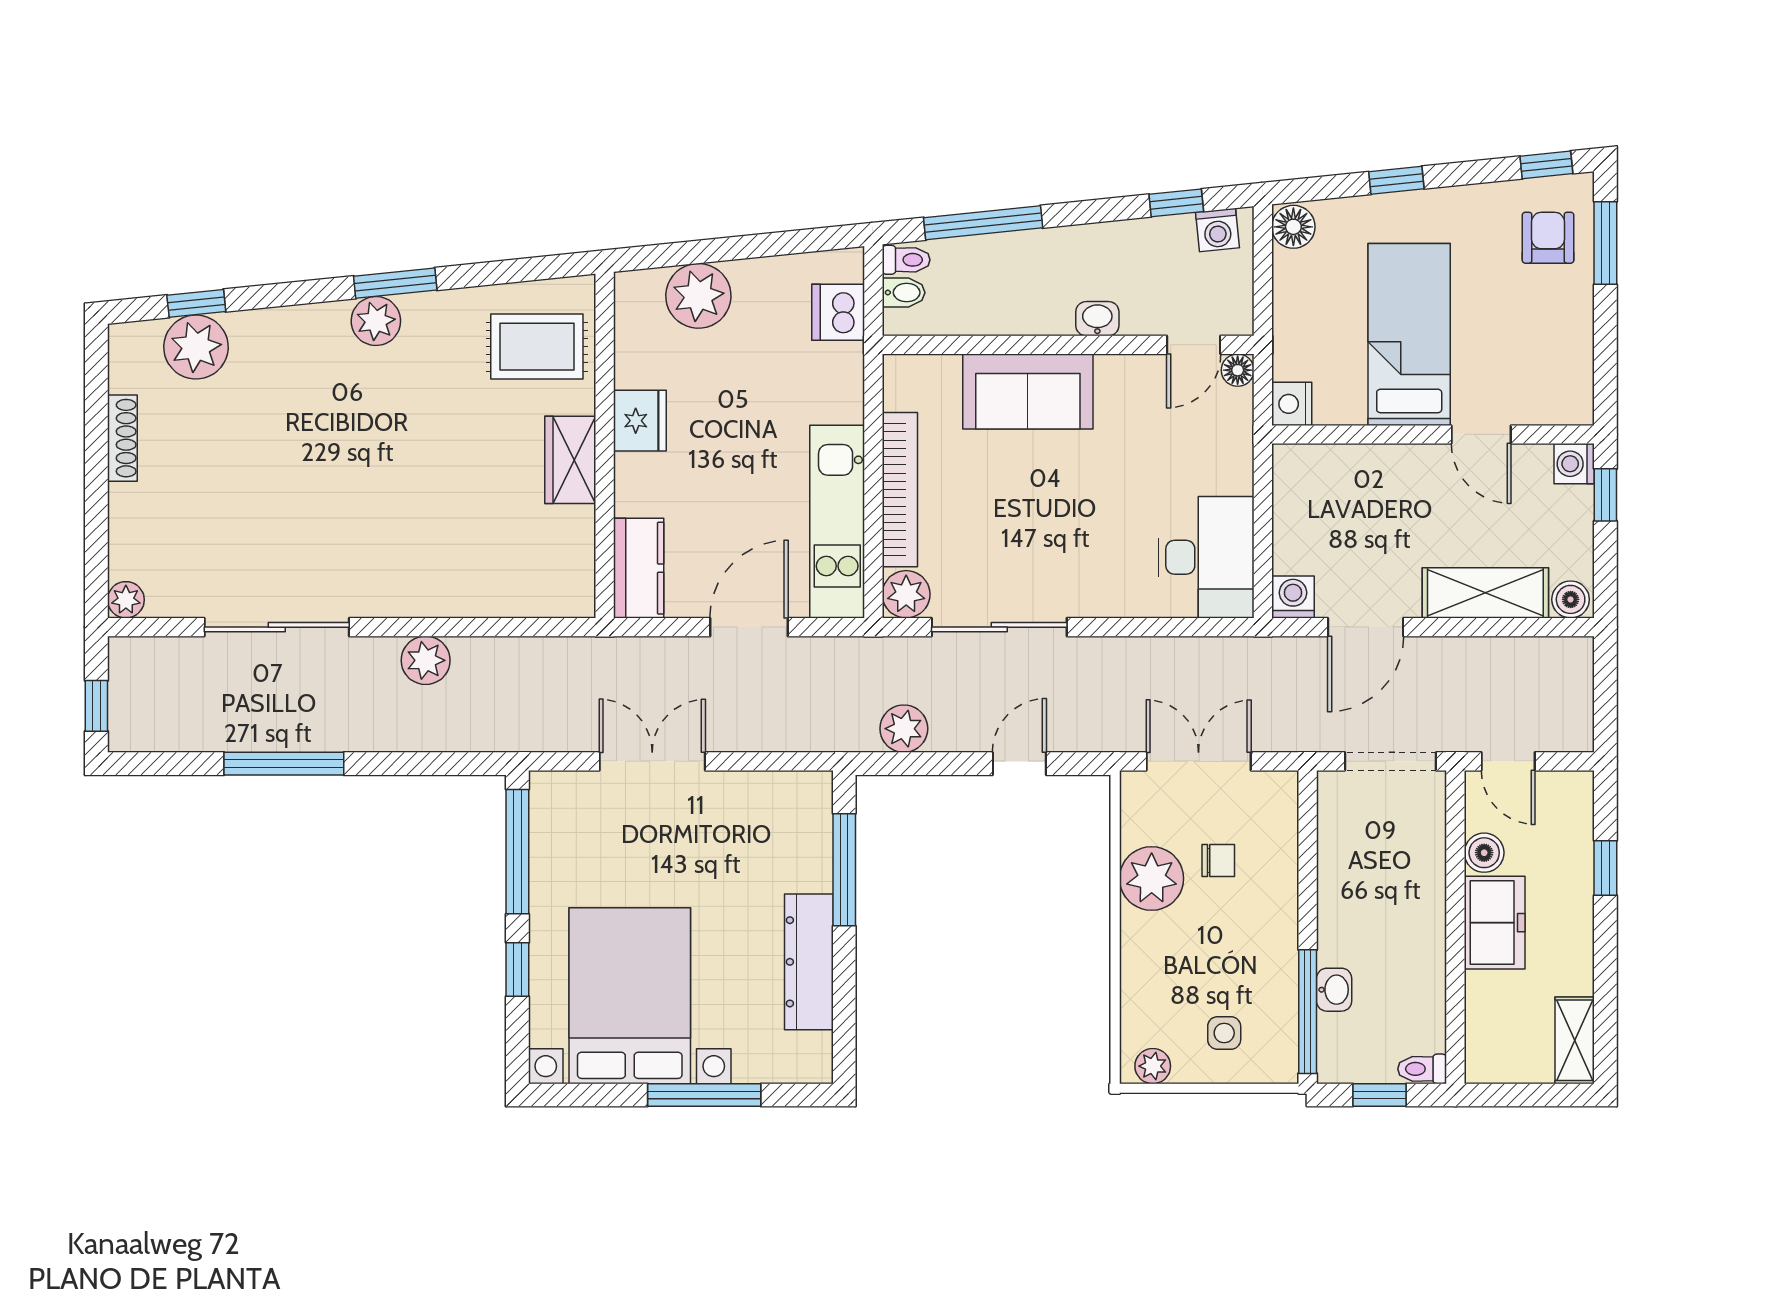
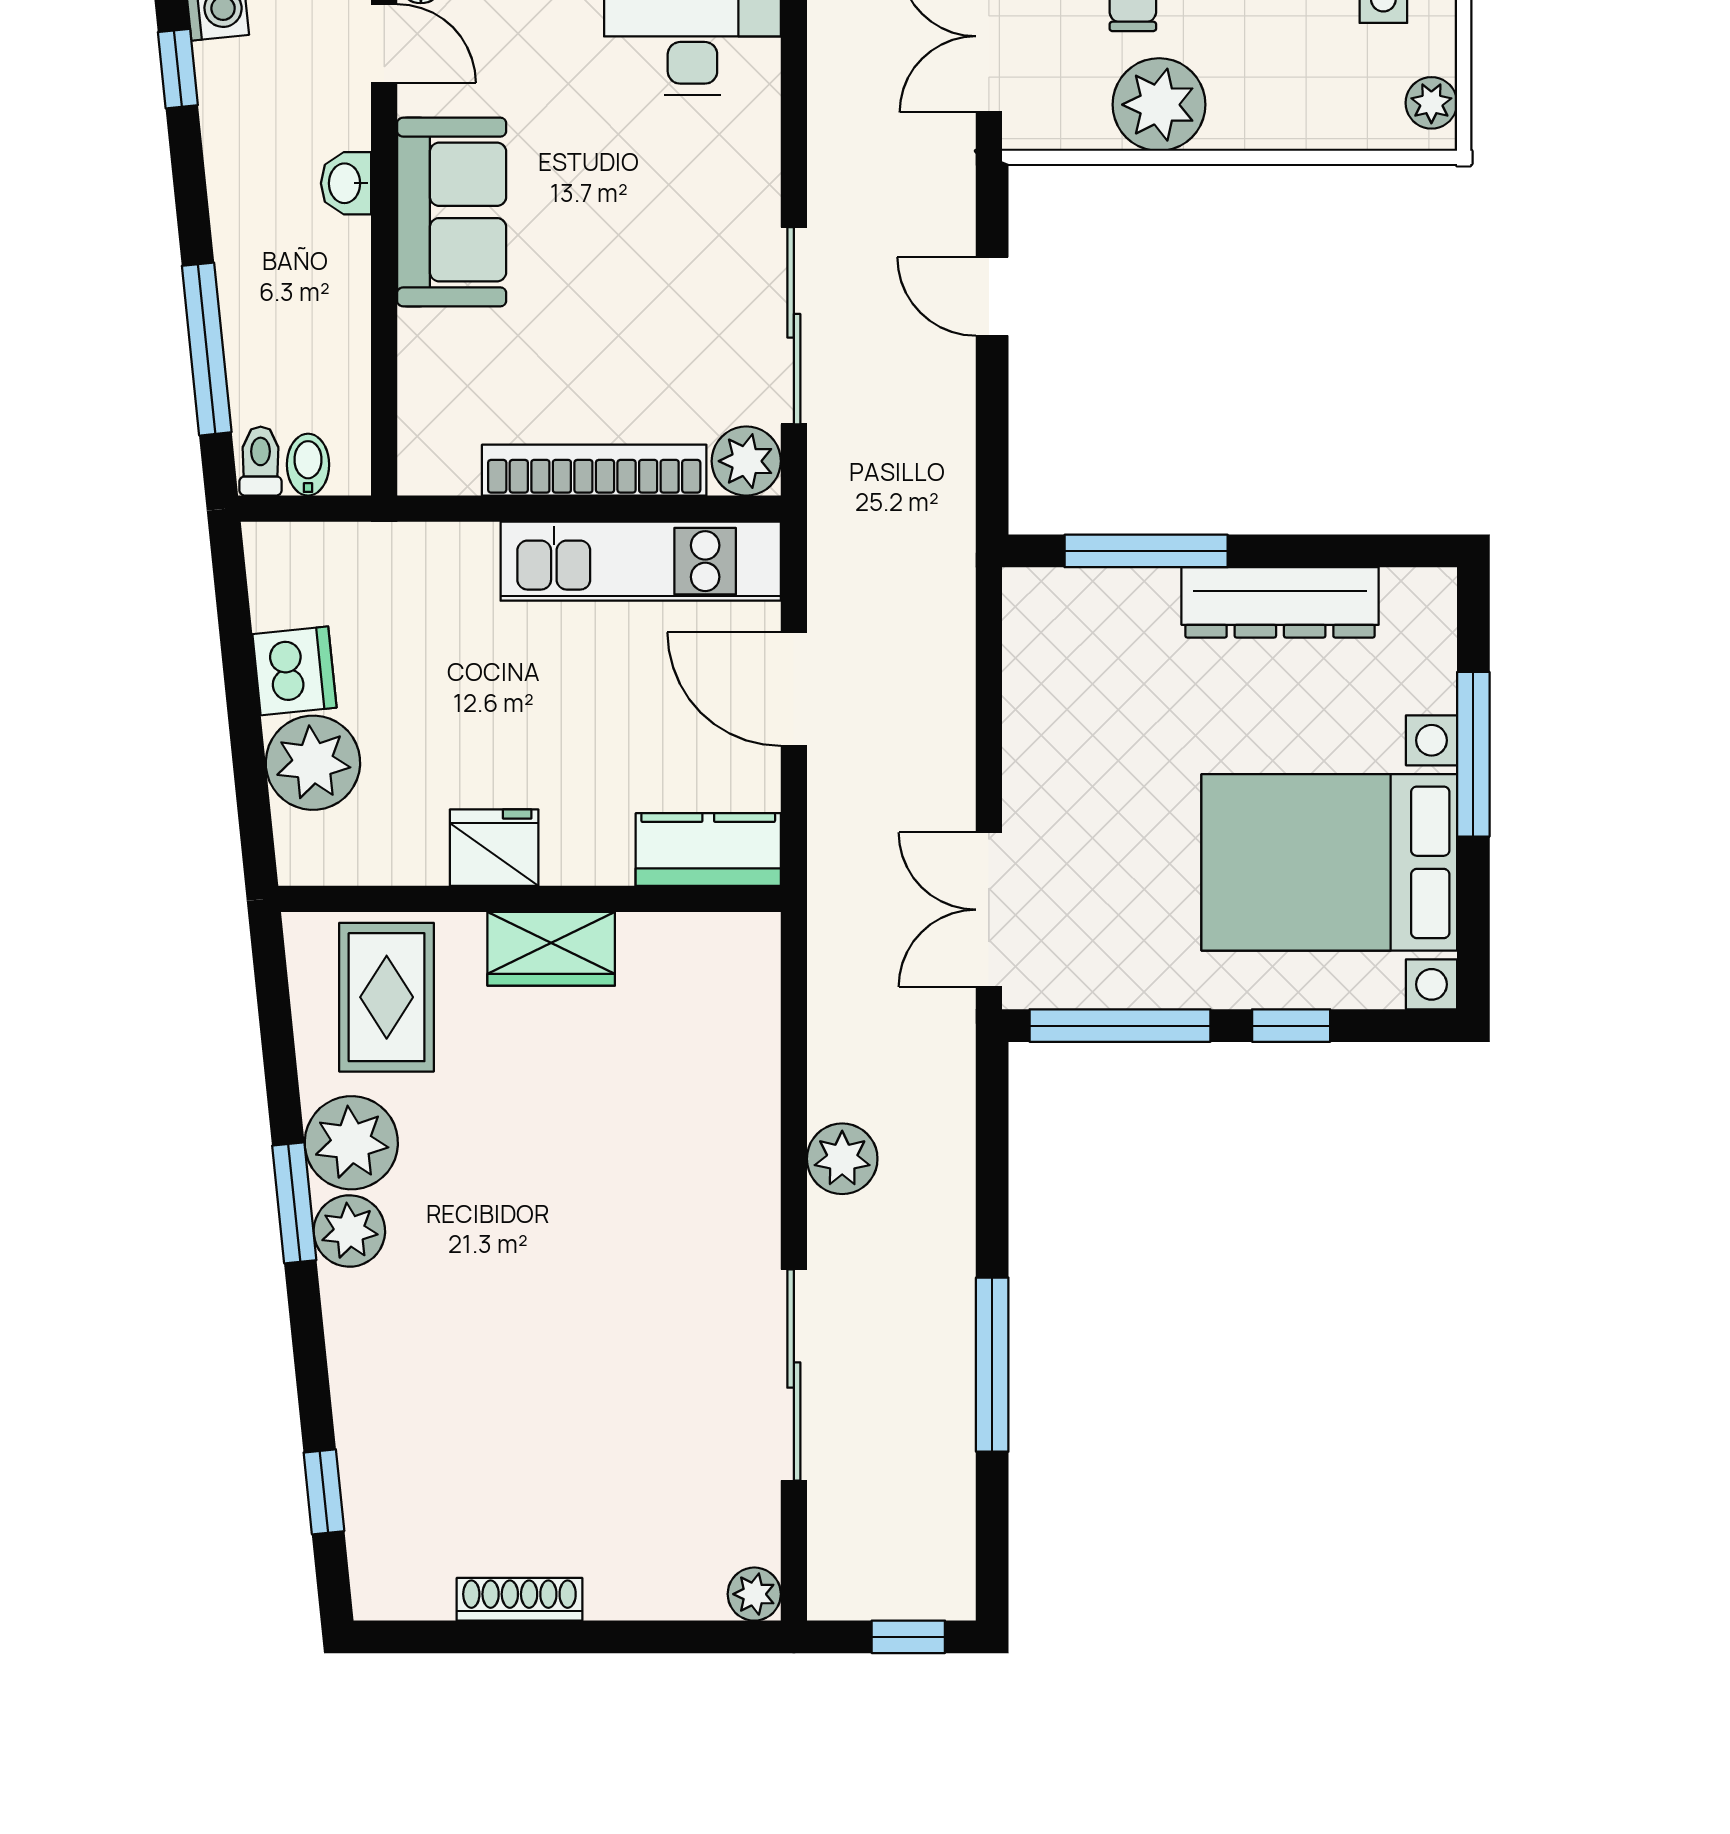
dishwasher: (838, 312) -> (294, 671), moved, turned -96
plant: (196, 347) -> (351, 1143), moved
sofa: (1028, 391) -> (452, 212), moved
plant: (904, 729) -> (941, 464), removed
double door: (652, 761) -> (989, 910), moved

